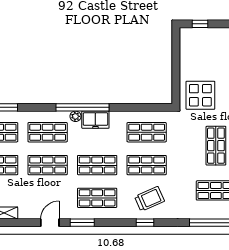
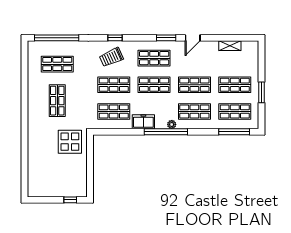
freezer: (95, 120) -> (143, 122), moved

